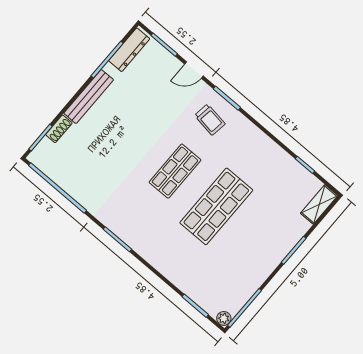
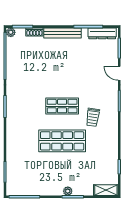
trolley: (210, 120) -> (93, 117), moved
plant: (35, 157) -> (11, 32), added
plant: (224, 318) -> (68, 191), moved

